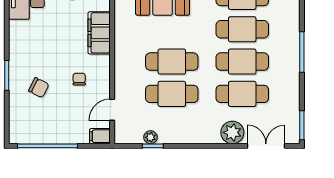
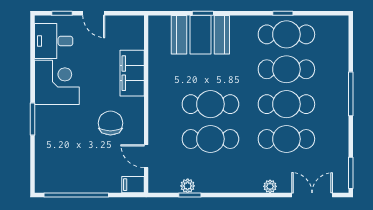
corner desk: (29, 41) -> (57, 82), added
chair: (79, 79) -> (110, 123), width x1.87, depth x1.87
chair: (39, 88) -> (67, 132), removed
door: (112, 110) -> (146, 156), hinge flipped
plant: (232, 132) -> (270, 186), width x0.53, depth x0.53

